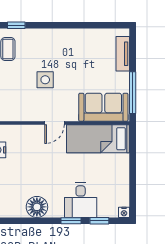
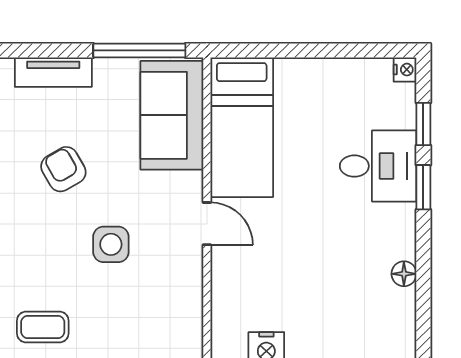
armchair: (79, 58) -> (63, 169), added
floor lamp: (37, 207) -> (404, 274), width x0.53, depth x0.53

